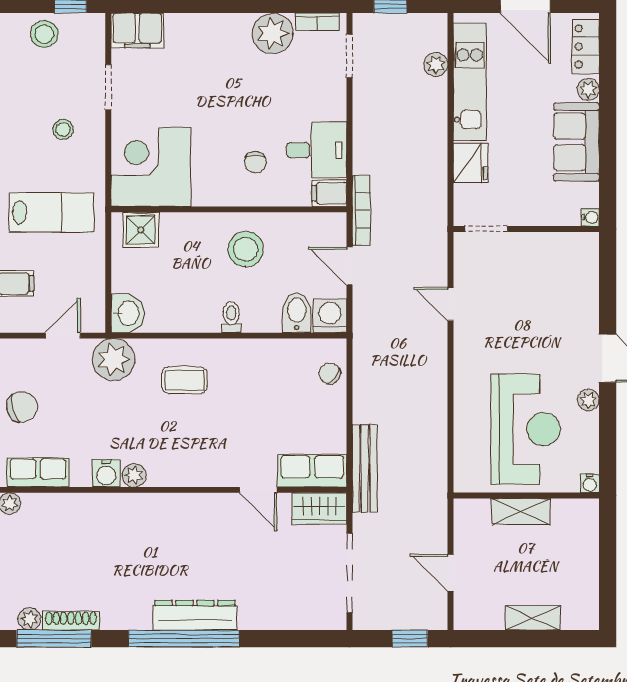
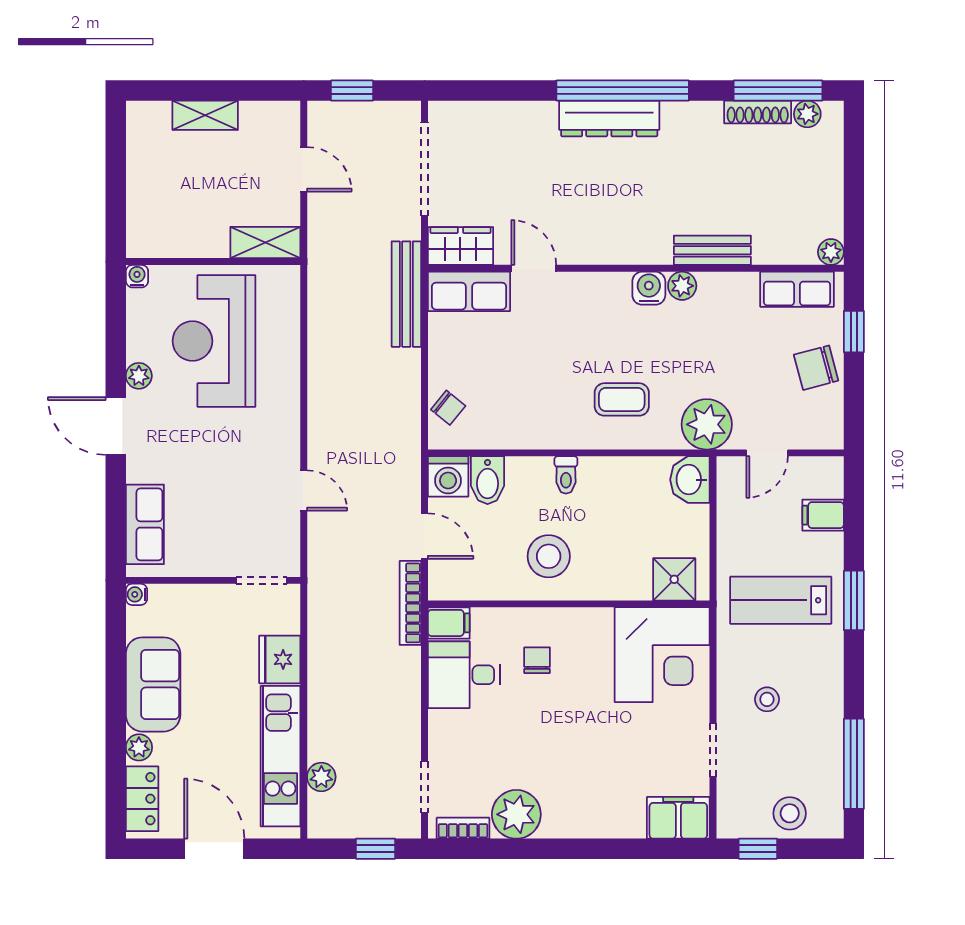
row of seats: (583, 276) -> (145, 524), added
water cooler: (106, 473) -> (649, 288), moved
bench: (109, 505) -> (712, 250), added
shelving: (521, 512) -> (265, 243), moved

